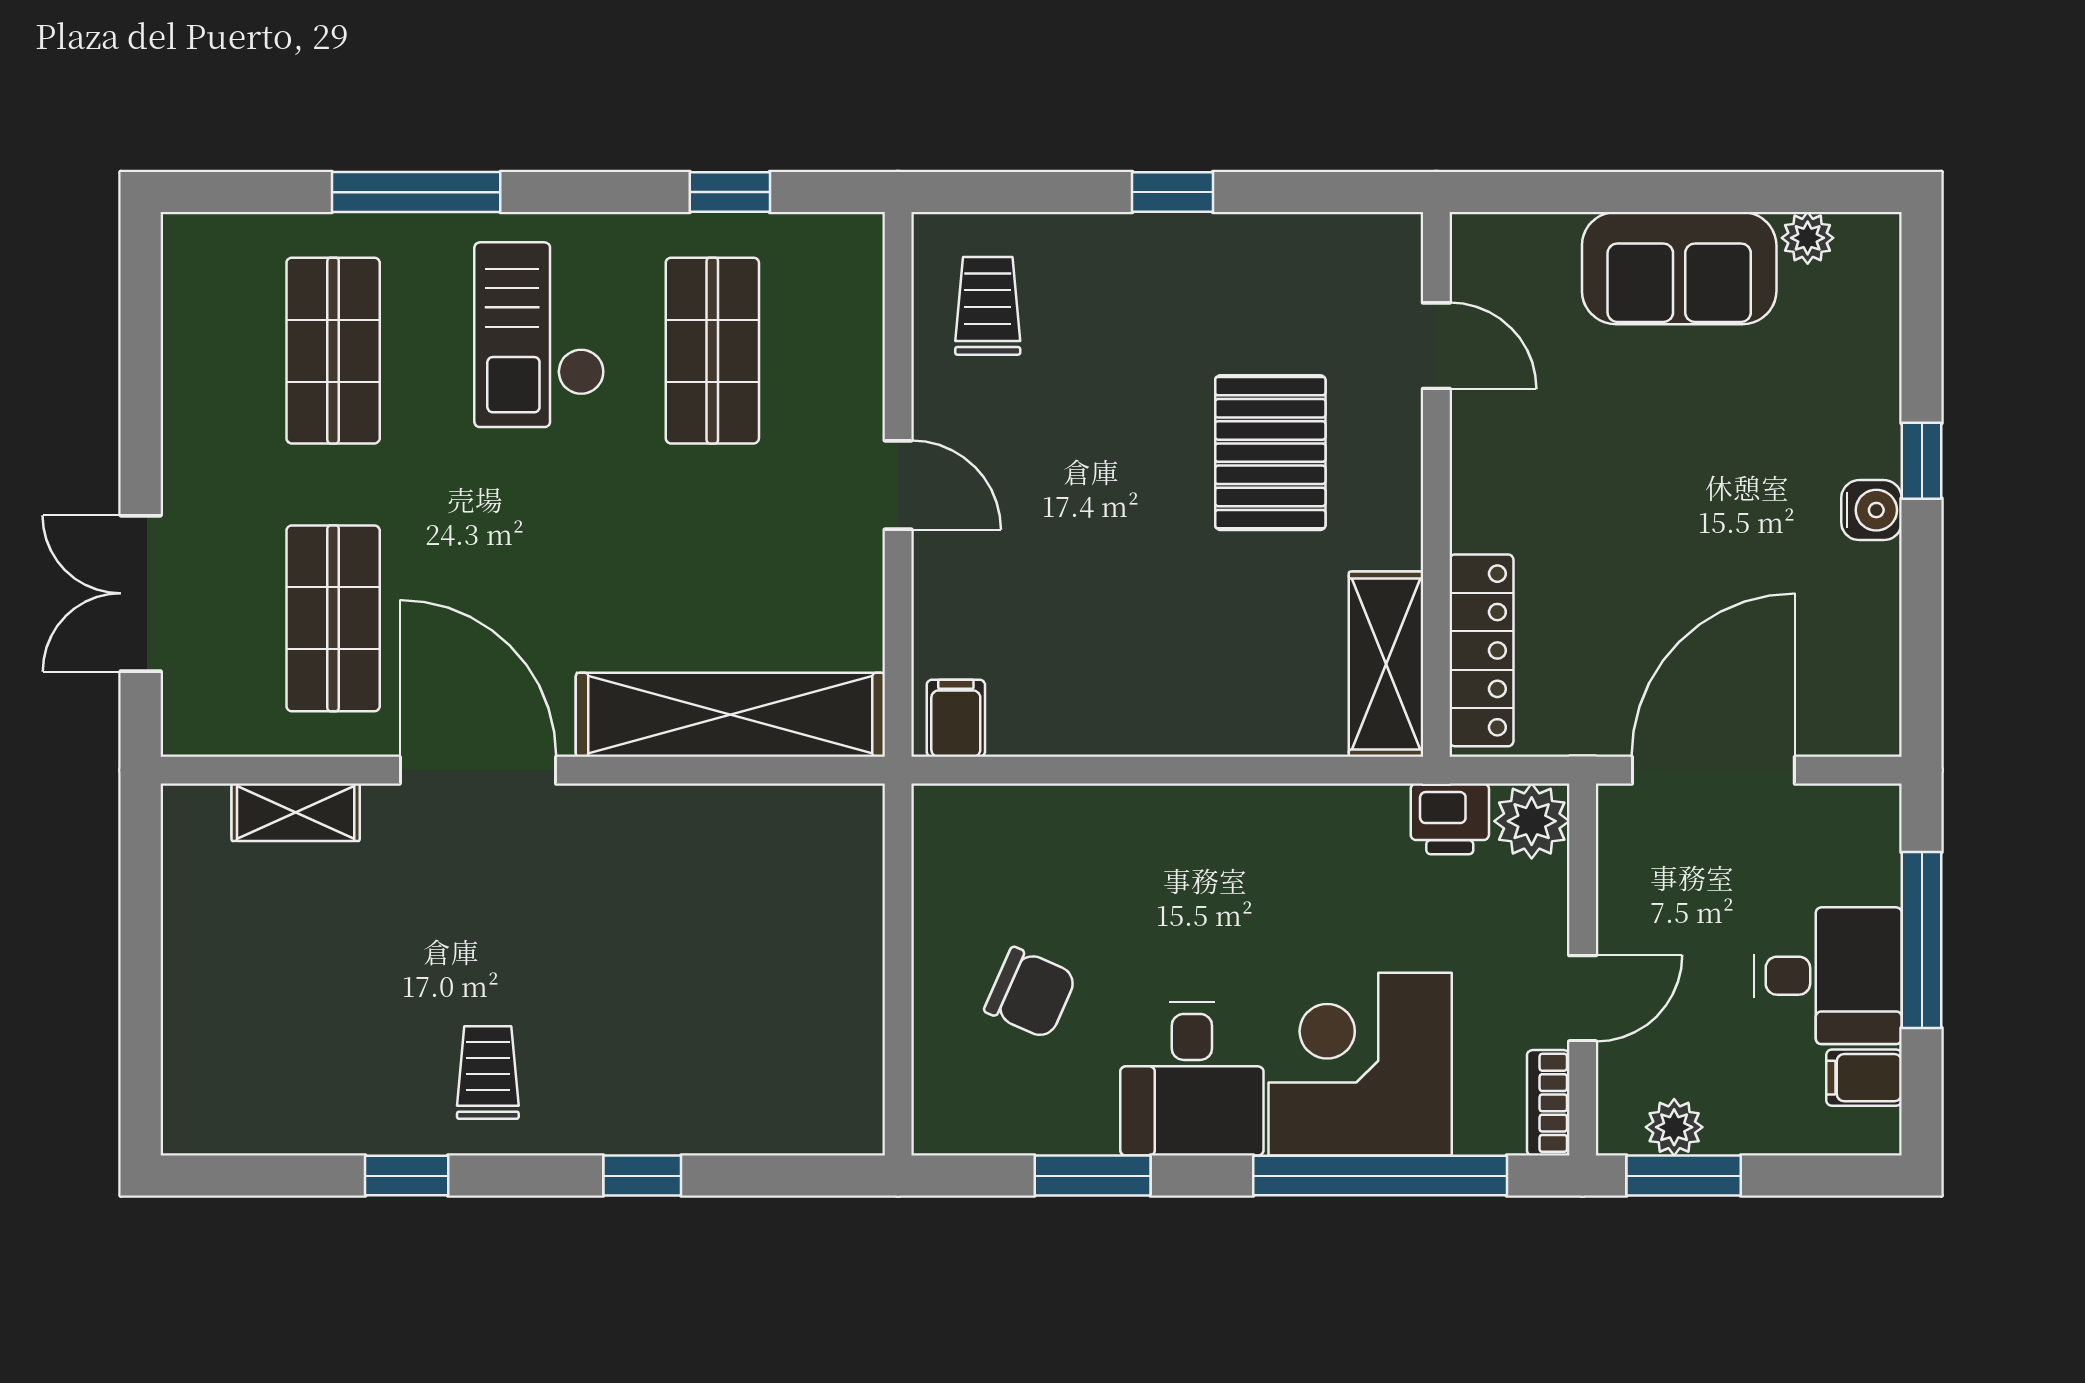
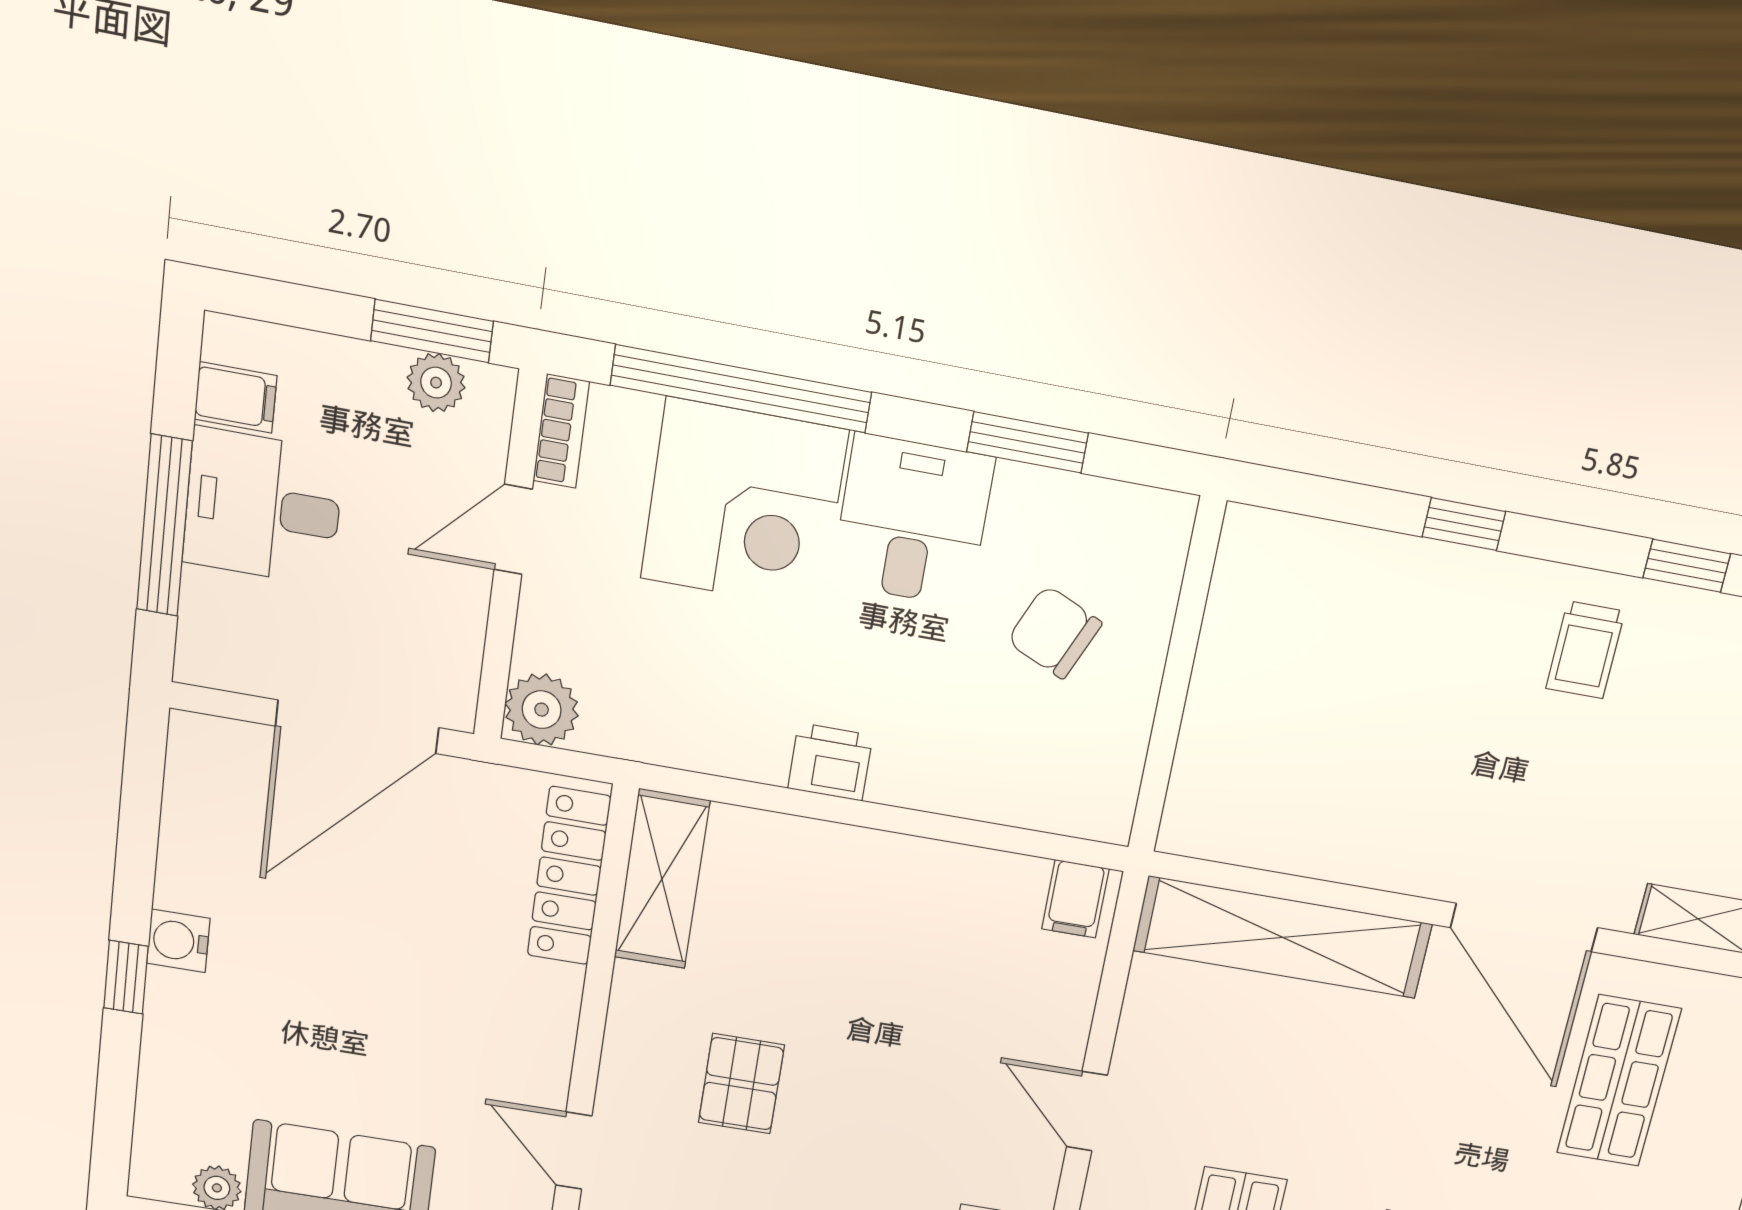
pallet: (1270, 453) -> (741, 1084), width x0.67, depth x0.71
printer: (1450, 819) -> (830, 762), moved

